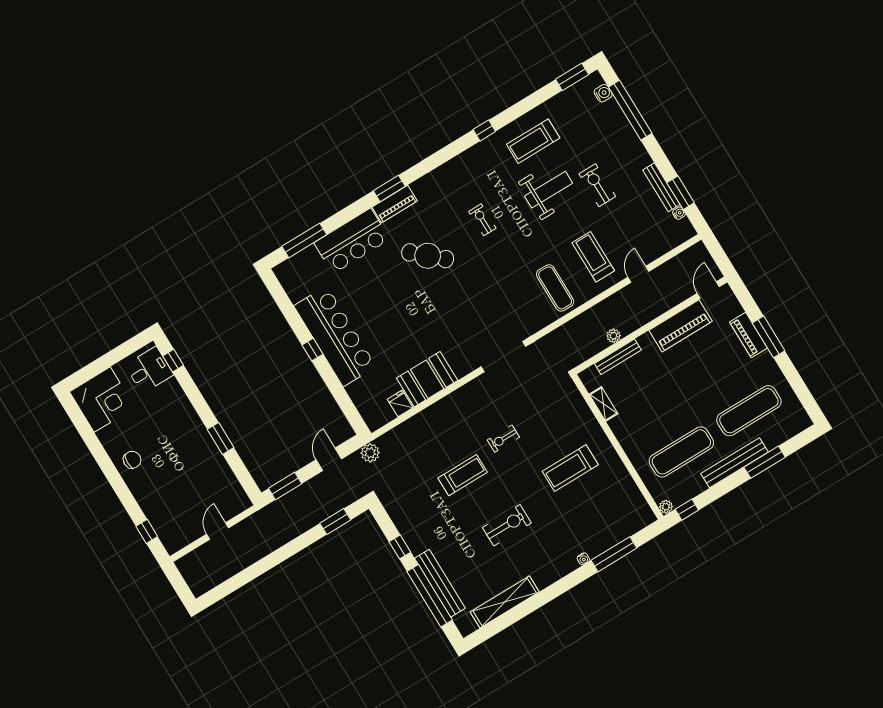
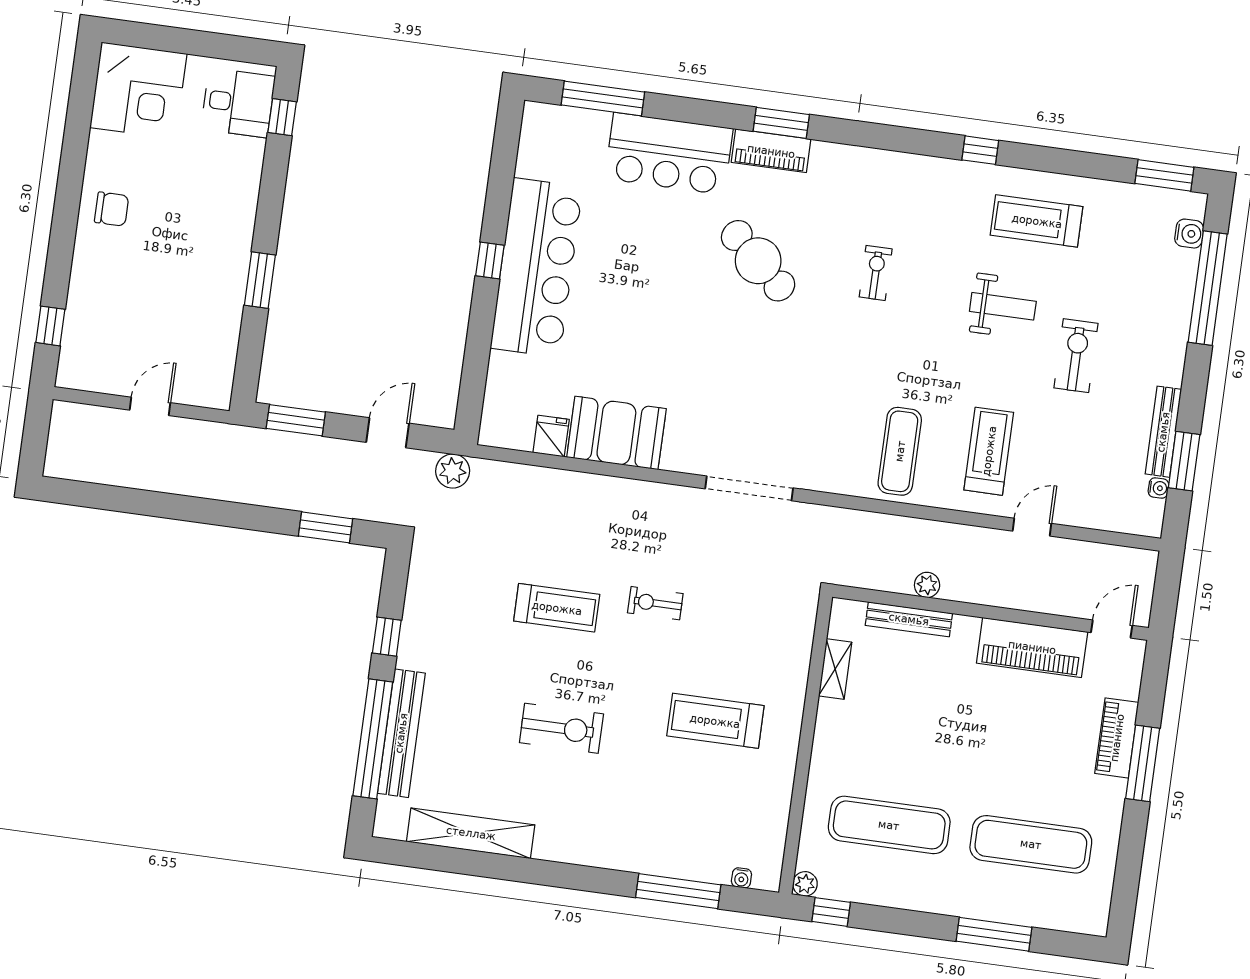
weight bench: (549, 190) -> (1003, 306), width x0.73, depth x0.75
bench: (734, 463) -> (951, 901), removed
water cooler: (583, 559) -> (741, 878), moved

